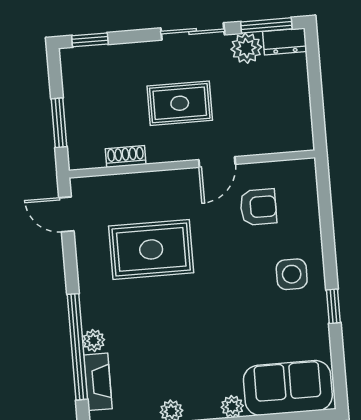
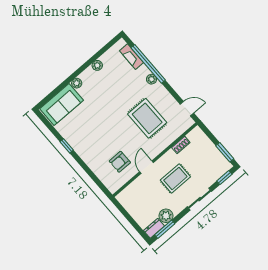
sliding door: (193, 31) -> (200, 199), moved
window: (59, 123) -> (225, 152), moved
rug: (151, 249) -> (147, 118), turned 90
side table: (292, 274) -> (90, 146), removed
plant: (94, 341) -> (152, 79), moved

